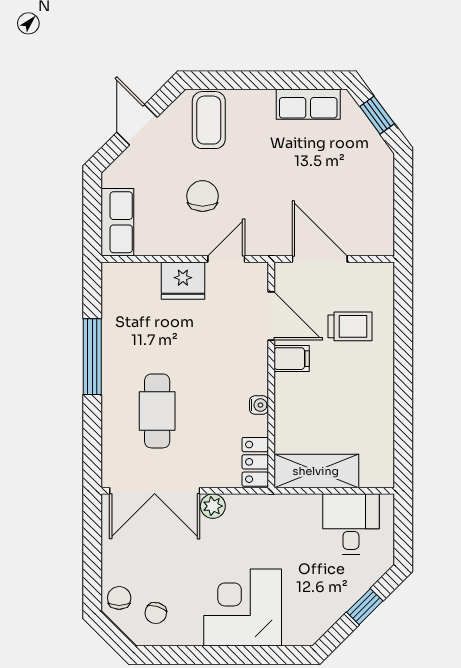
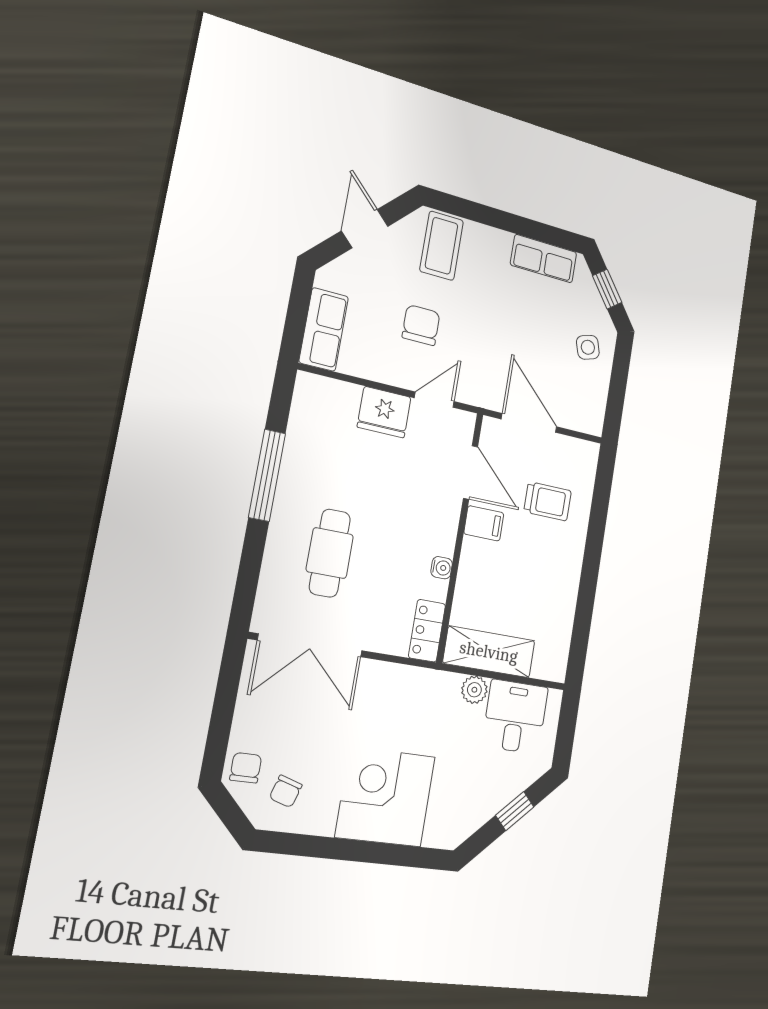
side table: (366, 175) -> (588, 347), added
plant: (213, 506) -> (474, 690), moved

